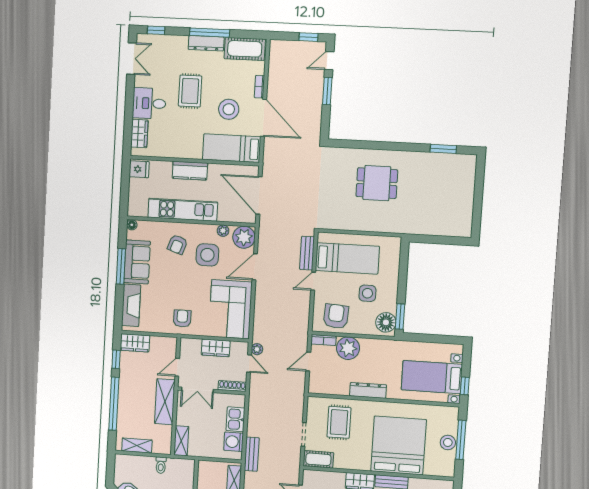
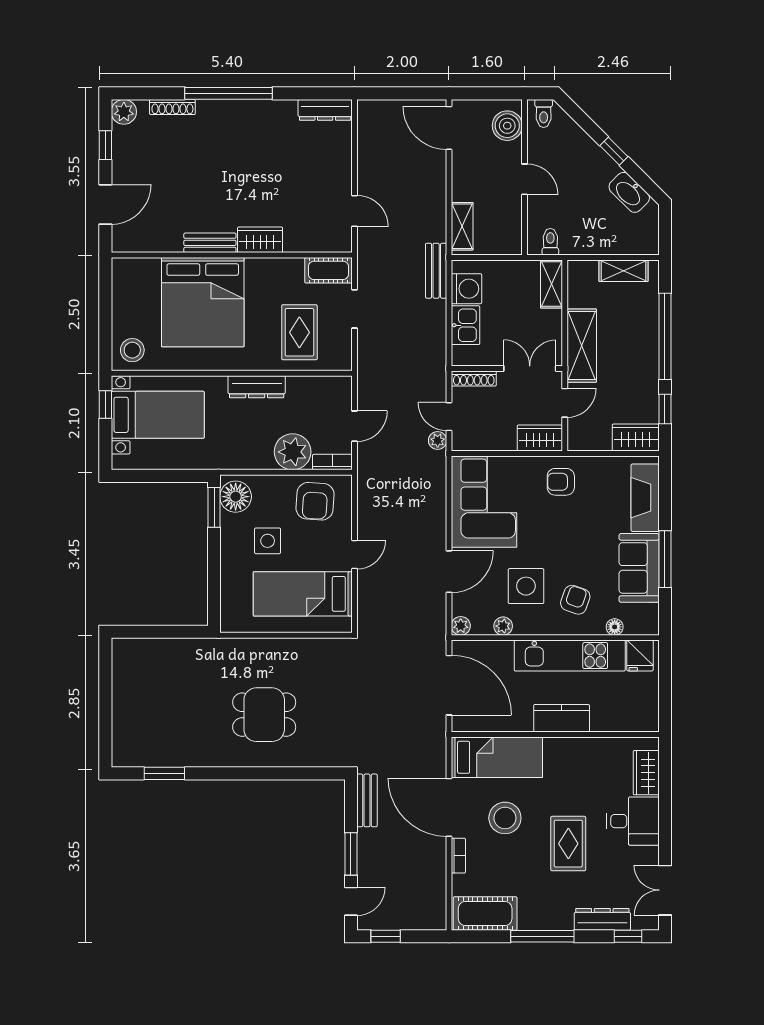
dresser: (206, 43) -> (602, 919), moved
fridge: (139, 169) -> (640, 656), moved, turned -90
floor lamp: (132, 225) -> (615, 627), moved
plant: (244, 237) -> (461, 626), width x0.53, depth x0.53
bench: (307, 253) -> (367, 800), moved
armchair: (182, 318) -> (561, 482), turned 90
wardrobe: (216, 348) -> (540, 438), moved
window: (461, 440) -> (105, 318), removed
stool: (448, 442) -> (132, 350), moved
toilet: (161, 465) -> (550, 242), moved

